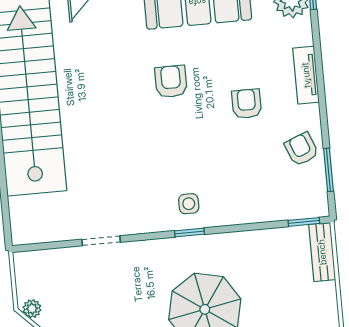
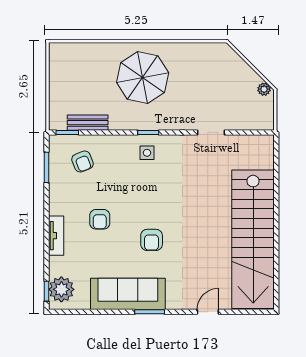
armchair: (302, 149) -> (82, 161), moved
bench: (322, 252) -> (88, 123), moved, turned 90

